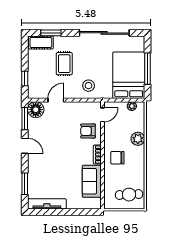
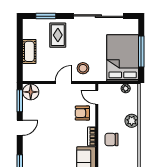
cot: (41, 42) -> (29, 51), moved, turned 90
rug: (64, 64) -> (58, 35), moved
window: (25, 78) -> (20, 61), removed
door: (56, 100) -> (63, 83), moved
door: (103, 115) -> (97, 97), swing flipped
door: (25, 146) -> (20, 128), hinge flipped

